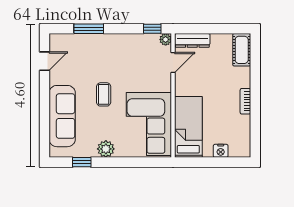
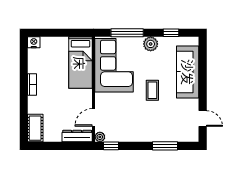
door: (44, 61) -> (203, 119), swing flipped
nightstand: (221, 151) -> (34, 42), moved
window: (133, 162) -> (127, 33), added

